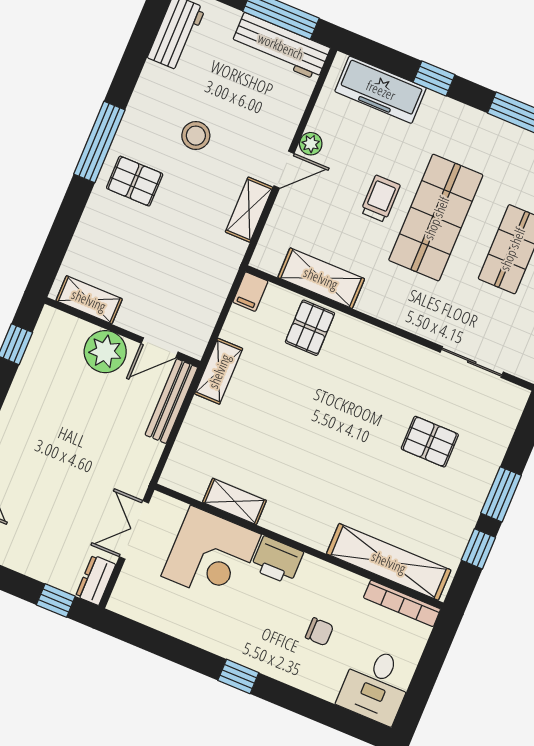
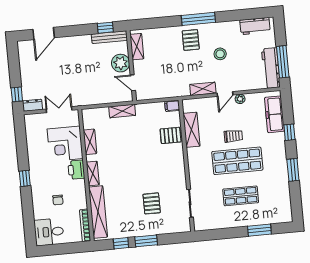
door: (284, 170) -> (225, 94), hinge flipped
shelving: (219, 371) -> (122, 111), moved
bench: (171, 401) -> (109, 37), moved
shelving: (303, 530) -> (93, 173), added

